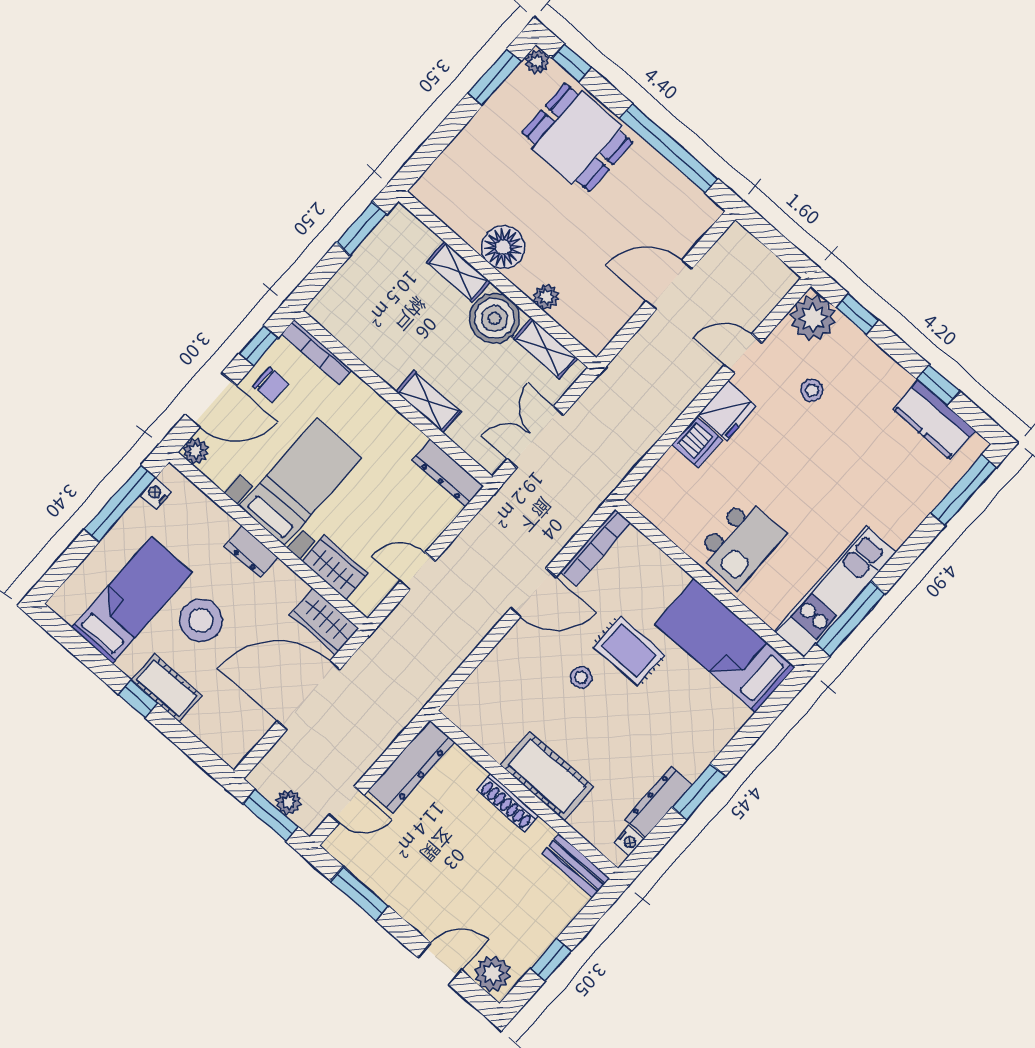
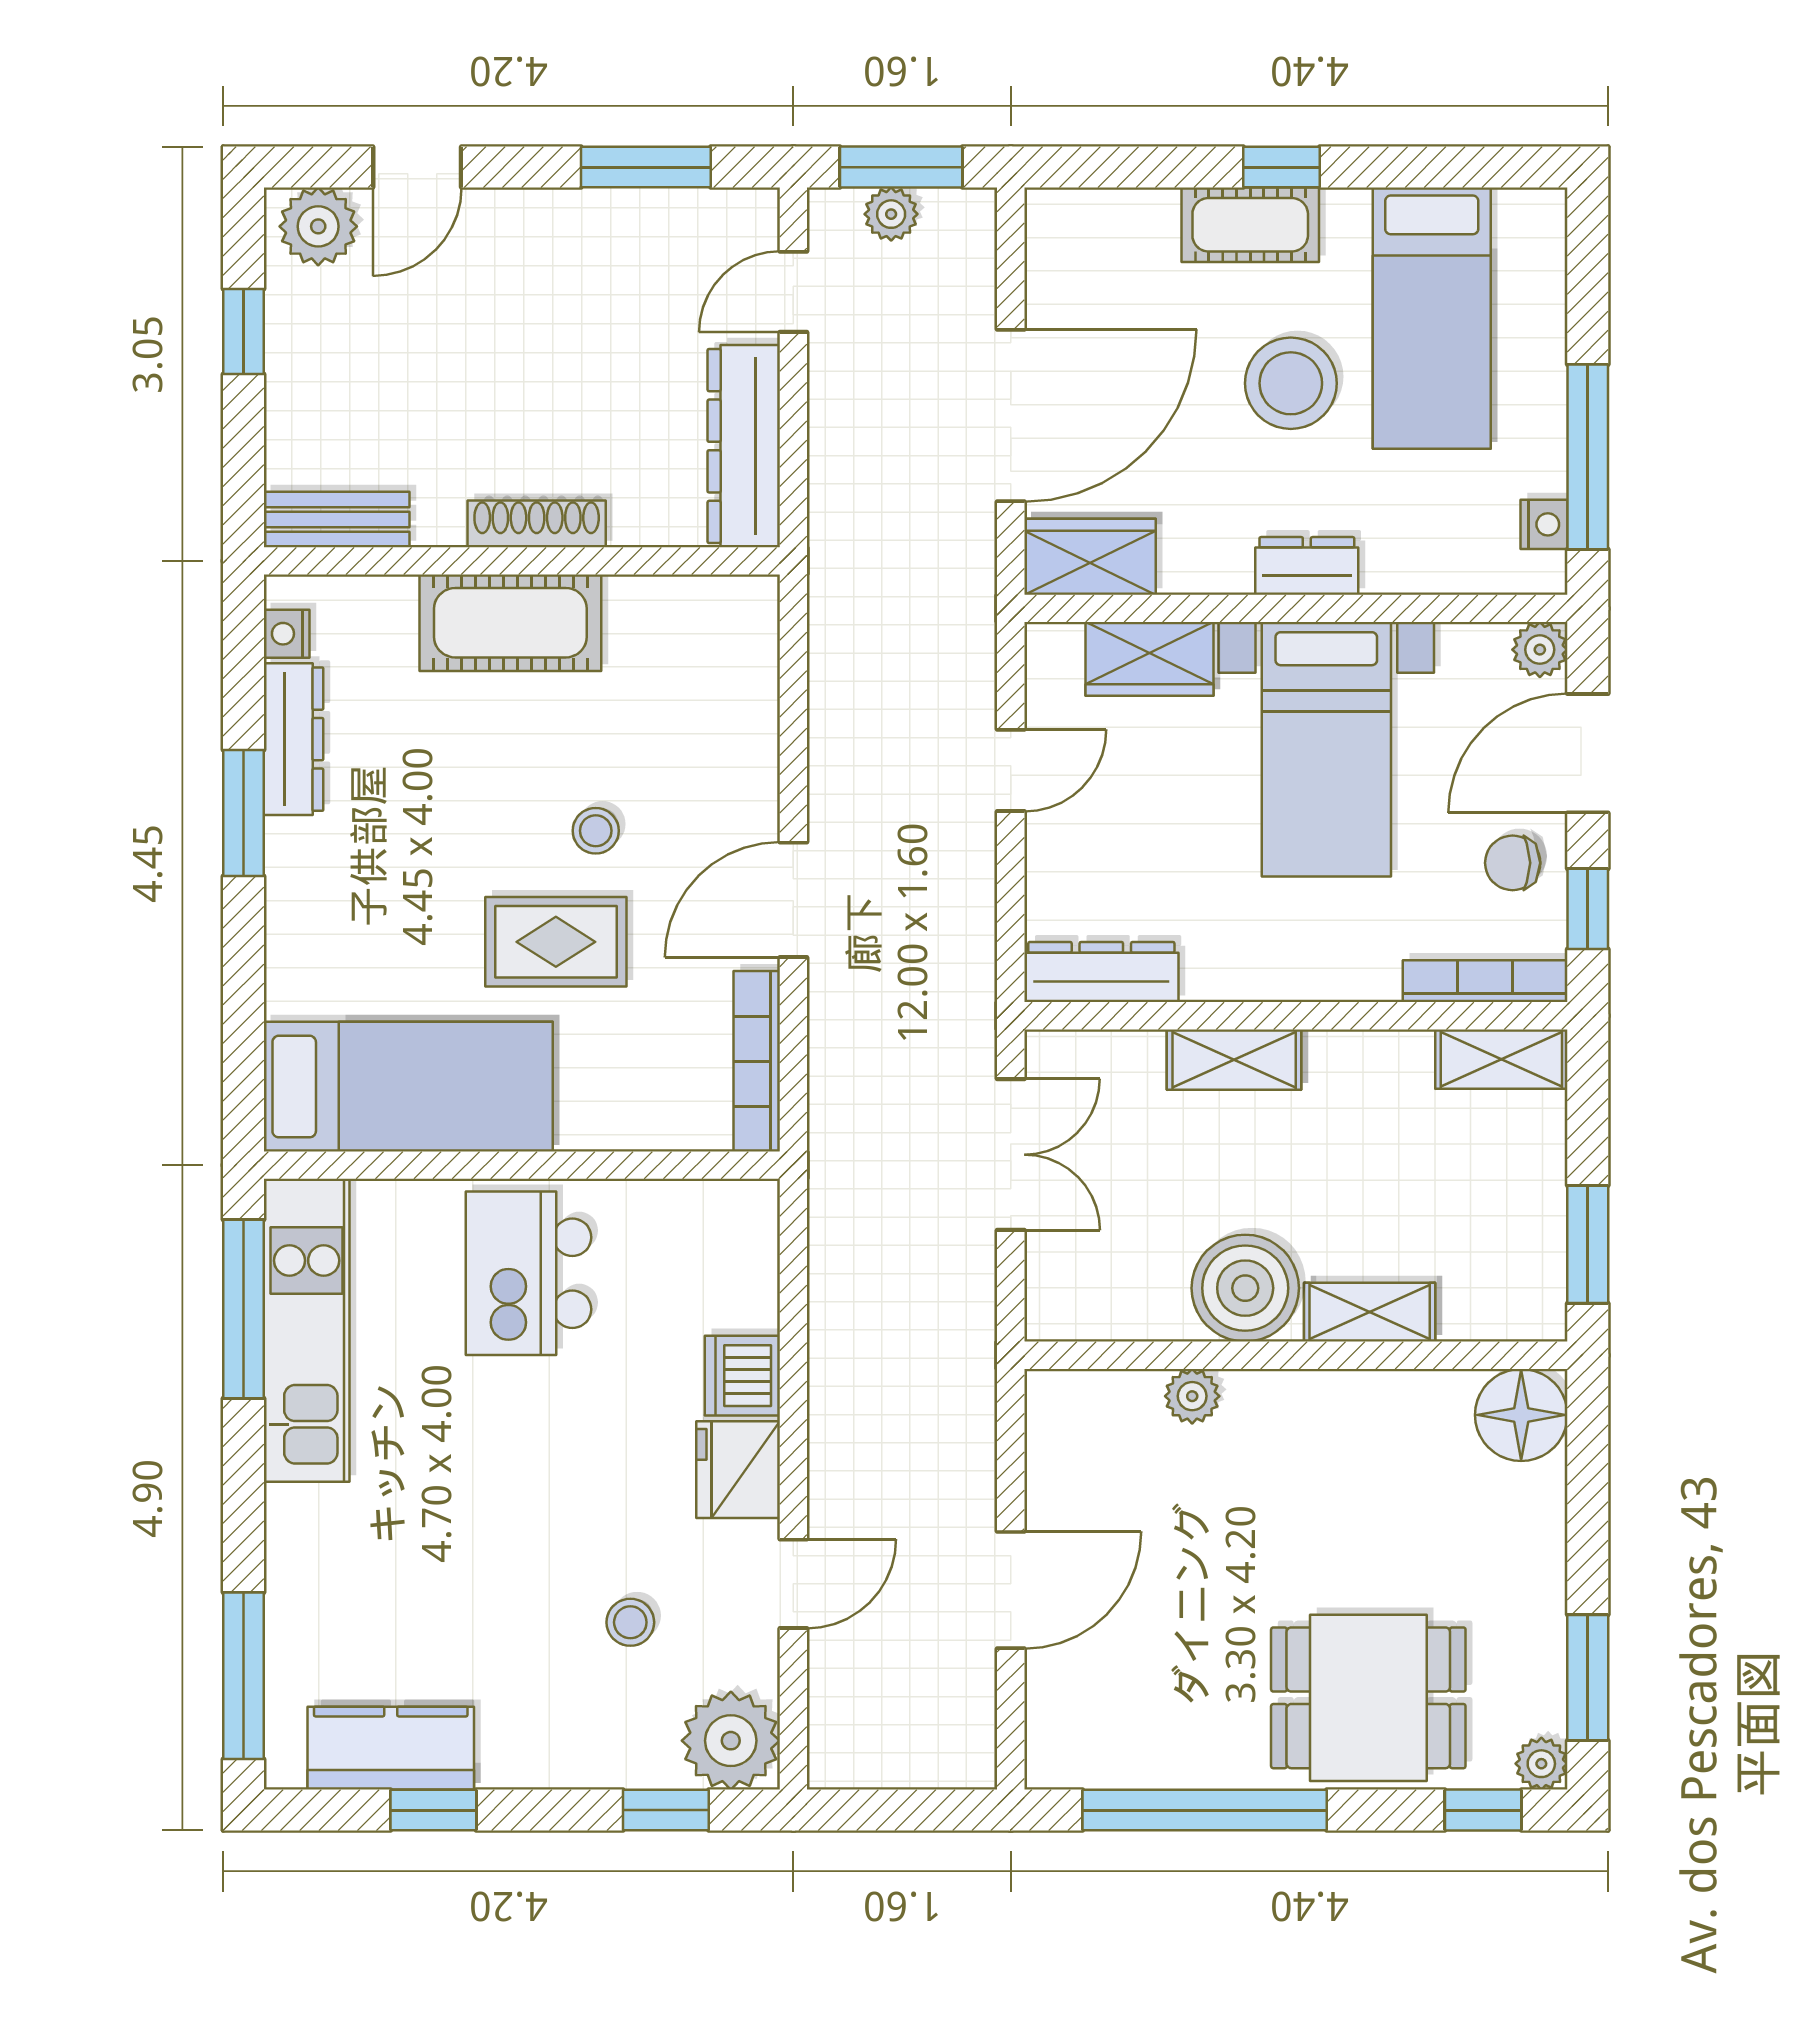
floor lamp: (503, 247) -> (1521, 1415), moved
shelving: (545, 348) -> (1501, 1059), moved

